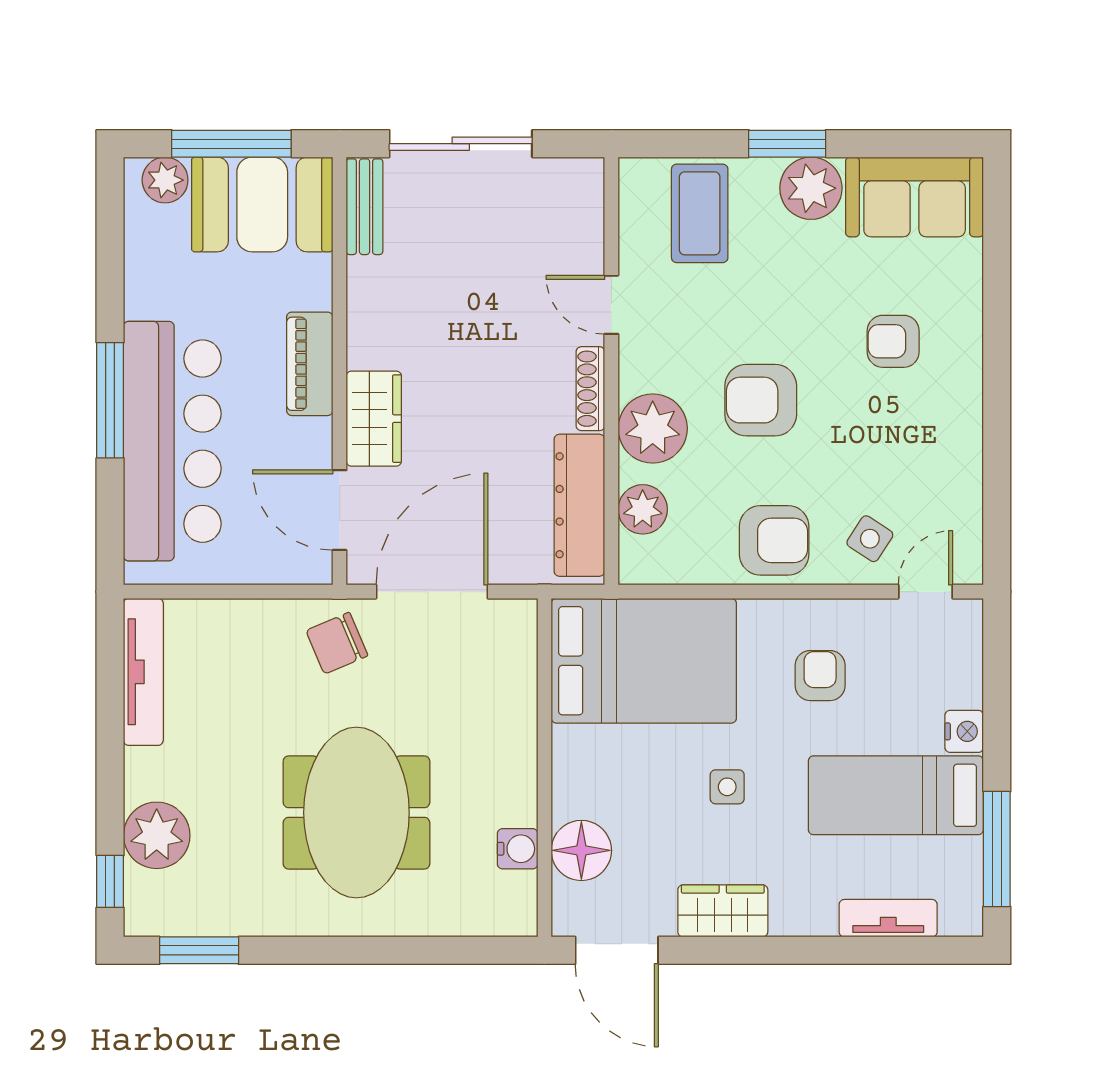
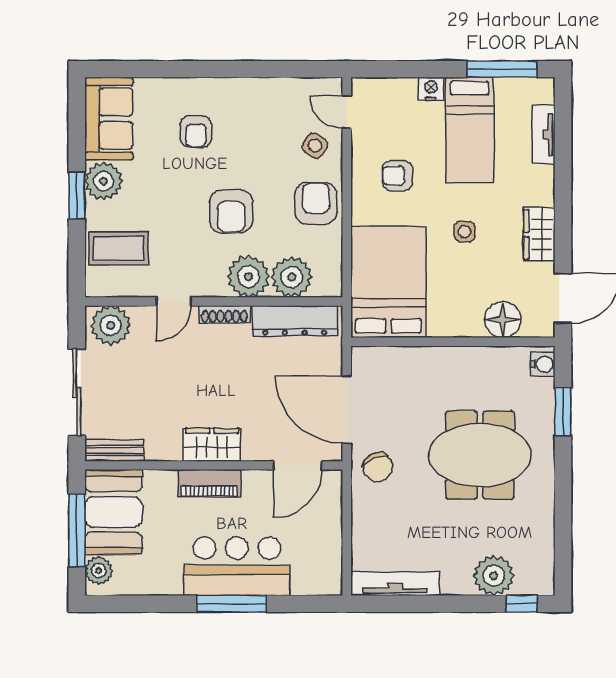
plant: (572, 200) -> (111, 325), added
wardrobe: (374, 419) -> (212, 445), moved
bar counter: (172, 441) -> (237, 566), width x0.73
plant: (643, 509) -> (292, 277), width x1.36, depth x1.36
water cooler: (518, 849) -> (543, 364), moved, turned 90
window: (199, 950) -> (563, 412), moved

